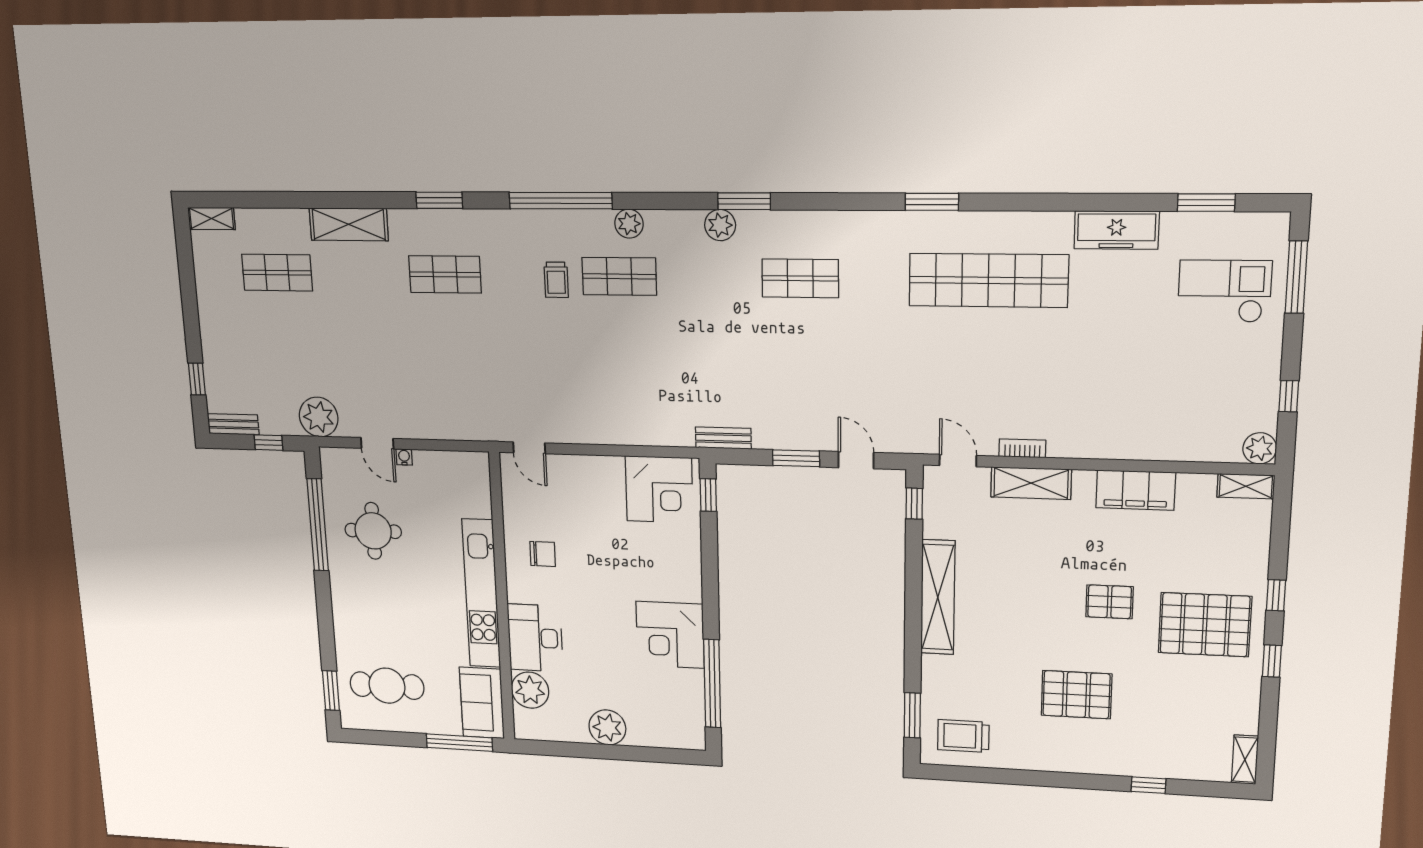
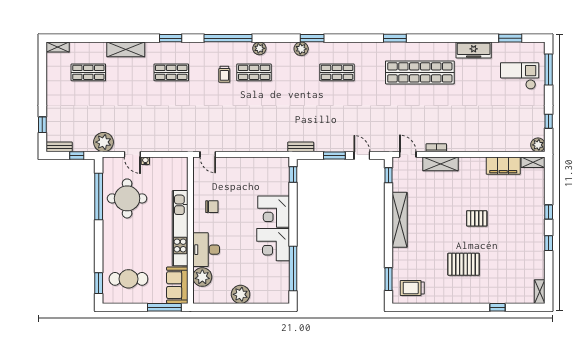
corner desk: (659, 489) -> (274, 212), moved, turned 90
filing cabinet: (1136, 490) -> (503, 166), moved
round table: (373, 531) -> (127, 198), width x1.36, depth x1.36
pallet: (1205, 625) -> (519, 227), removed

